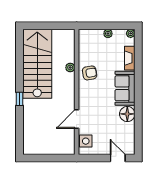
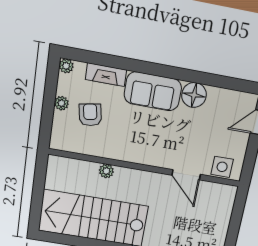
armchair: (90, 73) -> (90, 115), moved

